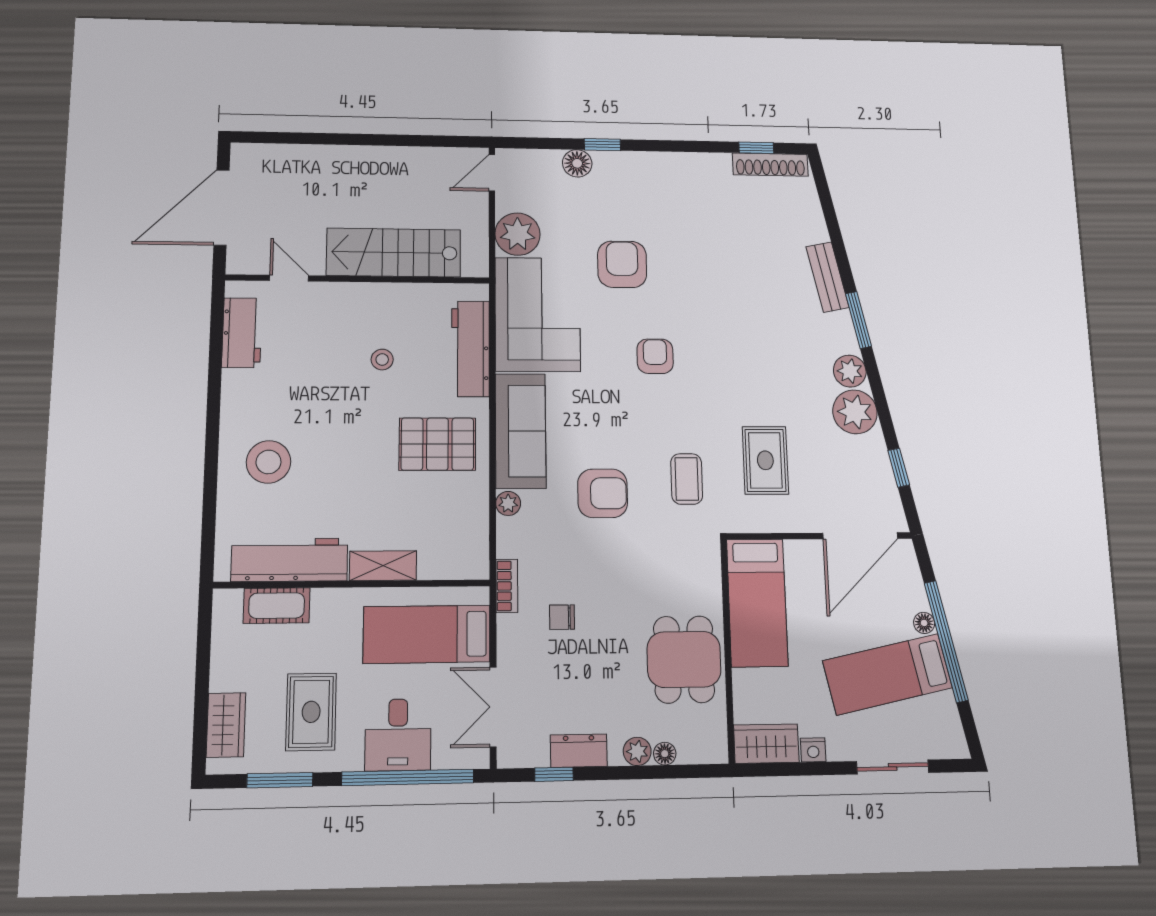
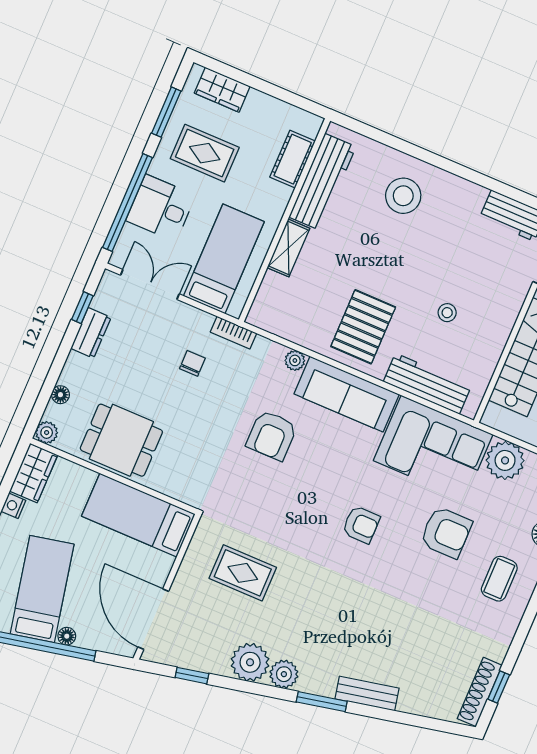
coffee table: (687, 479) -> (499, 579), moved, turned 90
plant: (637, 751) -> (47, 433), moved

